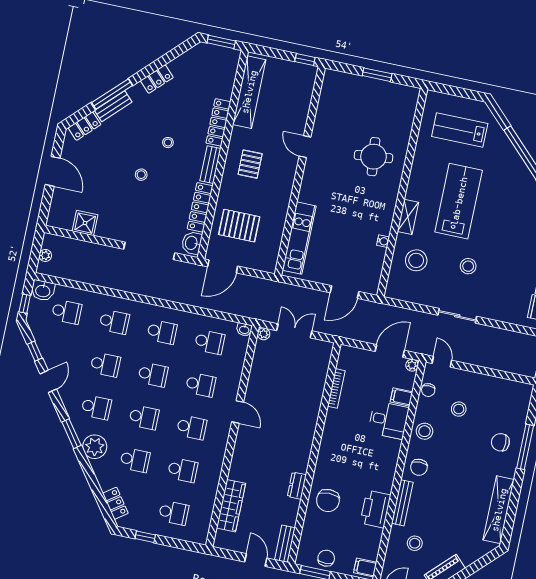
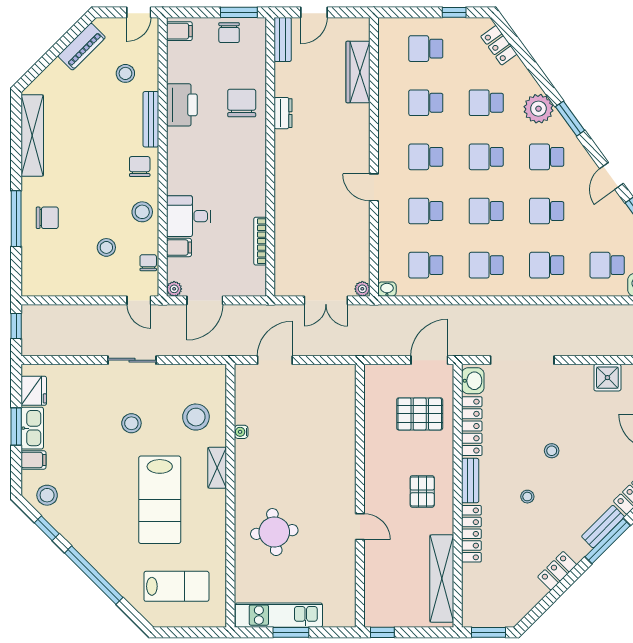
kitchen unit: (299, 238) -> (279, 615), moved, turned 90
door: (256, 560) -> (314, 12), hinge flipped

